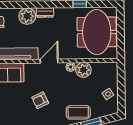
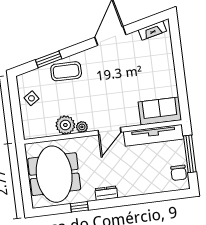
dresser: (45, 12) -> (106, 193), moved
plant: (27, 16) -> (143, 184), removed
armchair: (40, 100) -> (115, 81), removed

